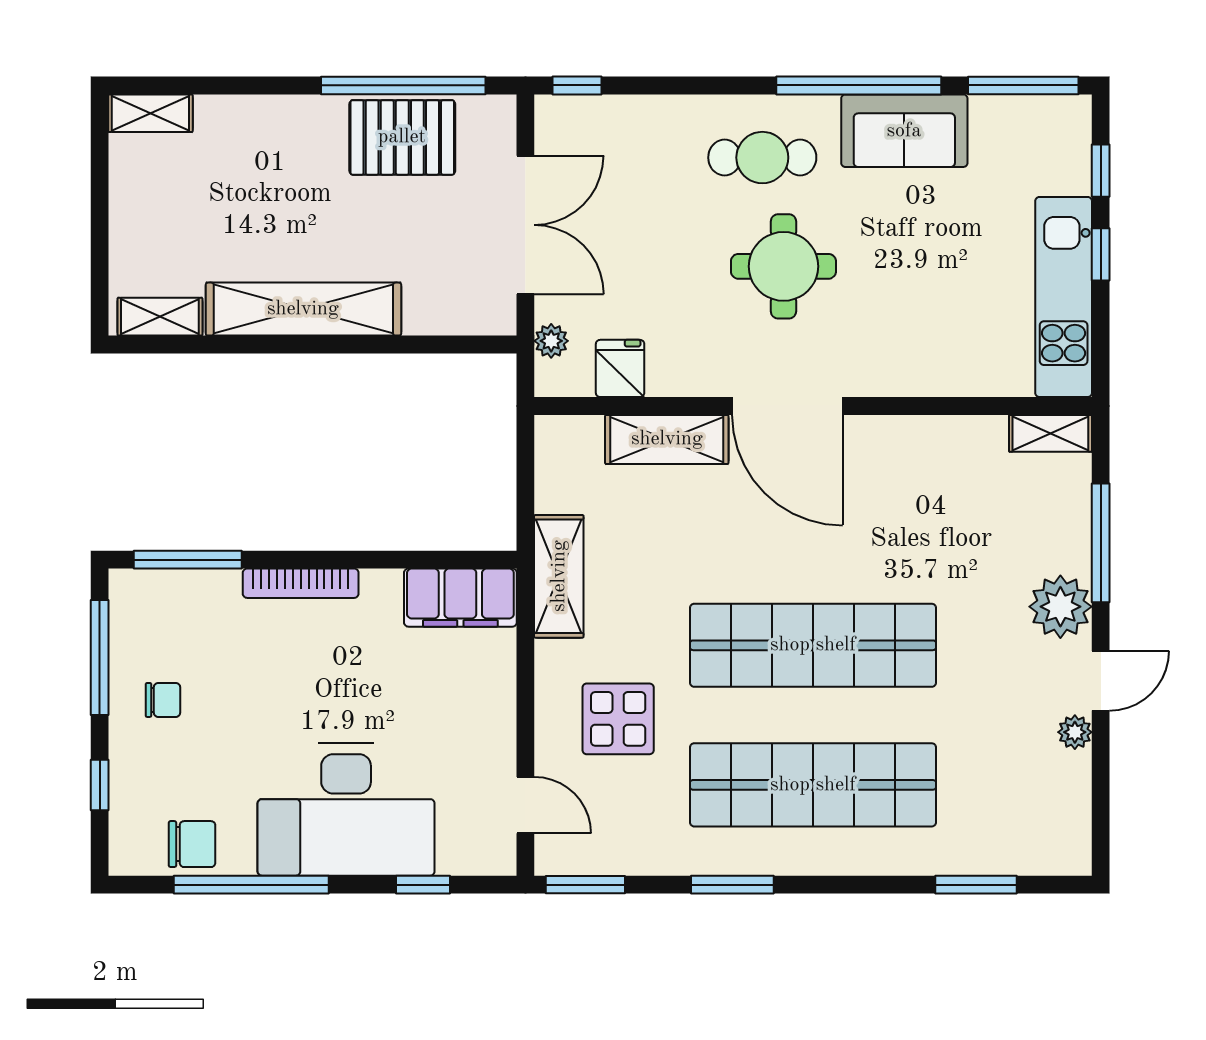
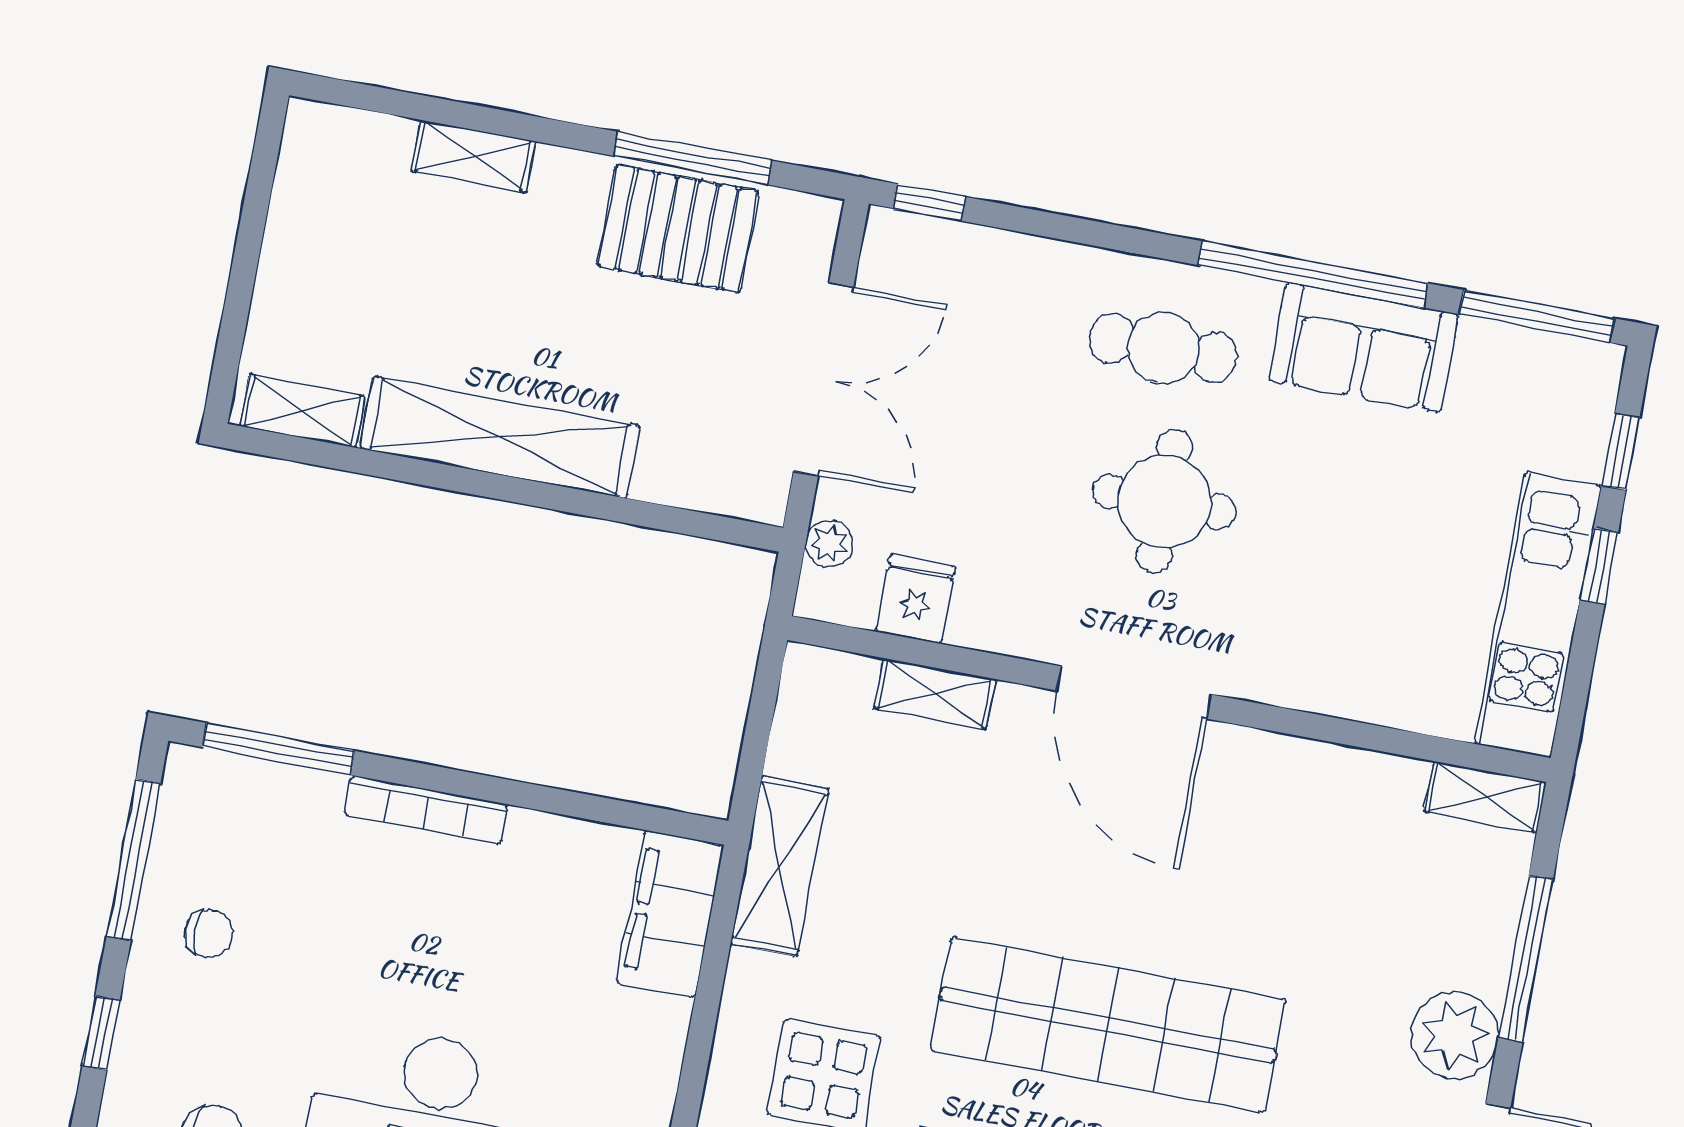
window: (403, 85) -> (693, 158), width x0.68
shelving: (150, 113) -> (473, 156), moved
shelving: (667, 439) -> (935, 694), width x0.67, depth x0.75
filing cabinet: (460, 598) -> (670, 914), moved, turned 90

